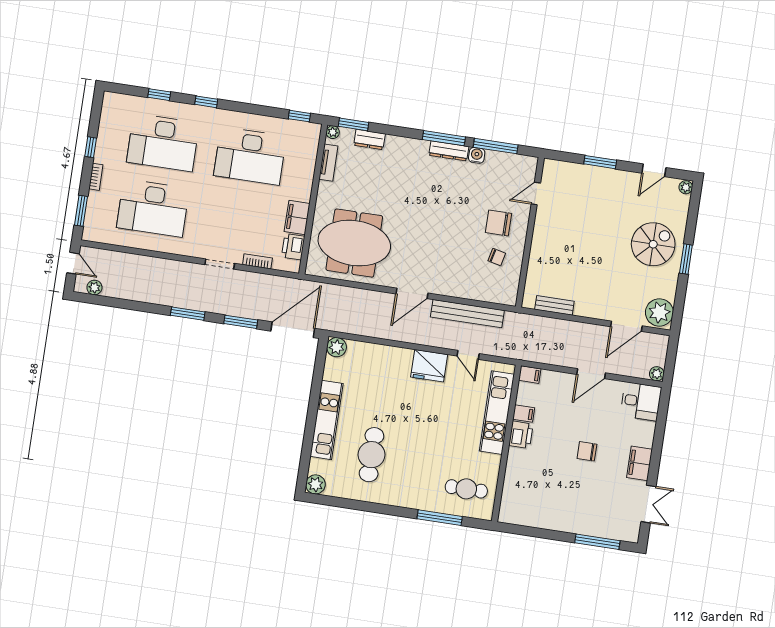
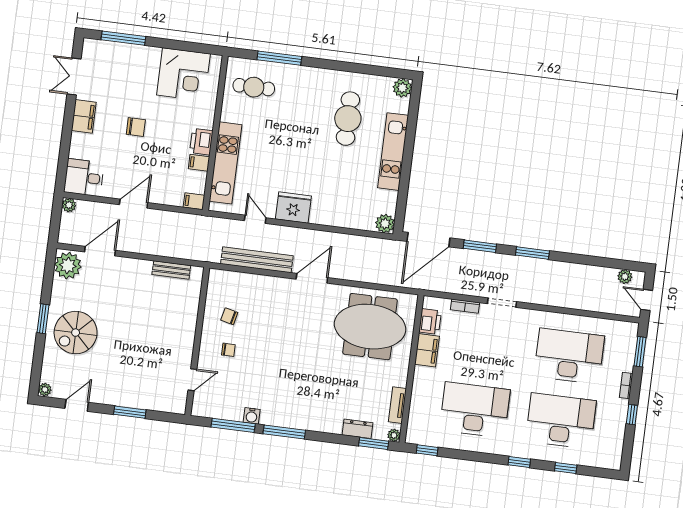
dresser: (449, 151) -> (279, 420), removed
chair: (499, 223) -> (228, 350), width x0.54, depth x0.54
corner desk: (537, 503) -> (183, 74), added

